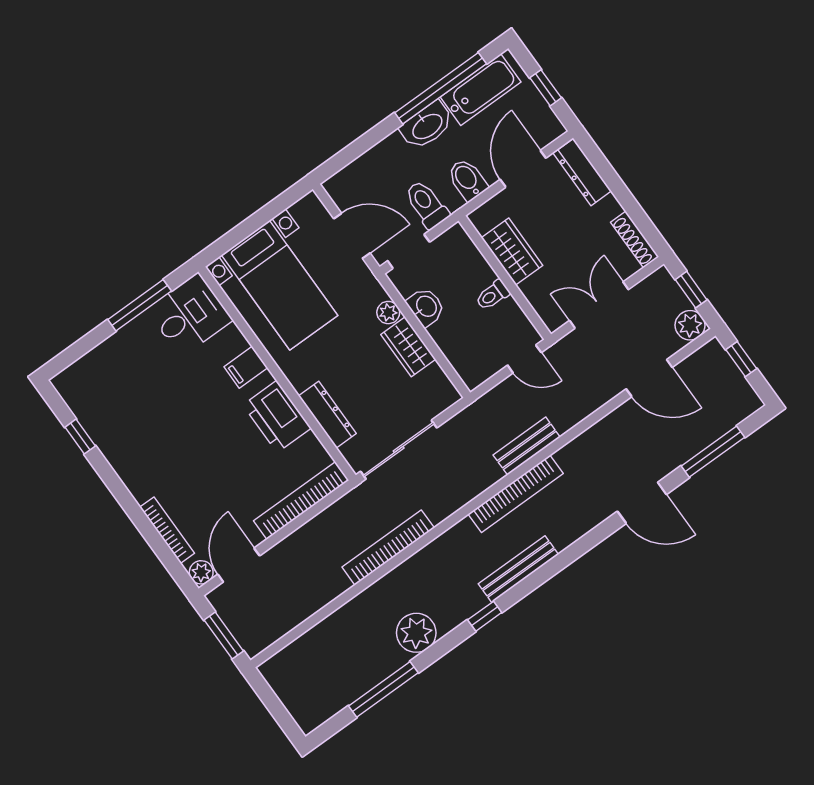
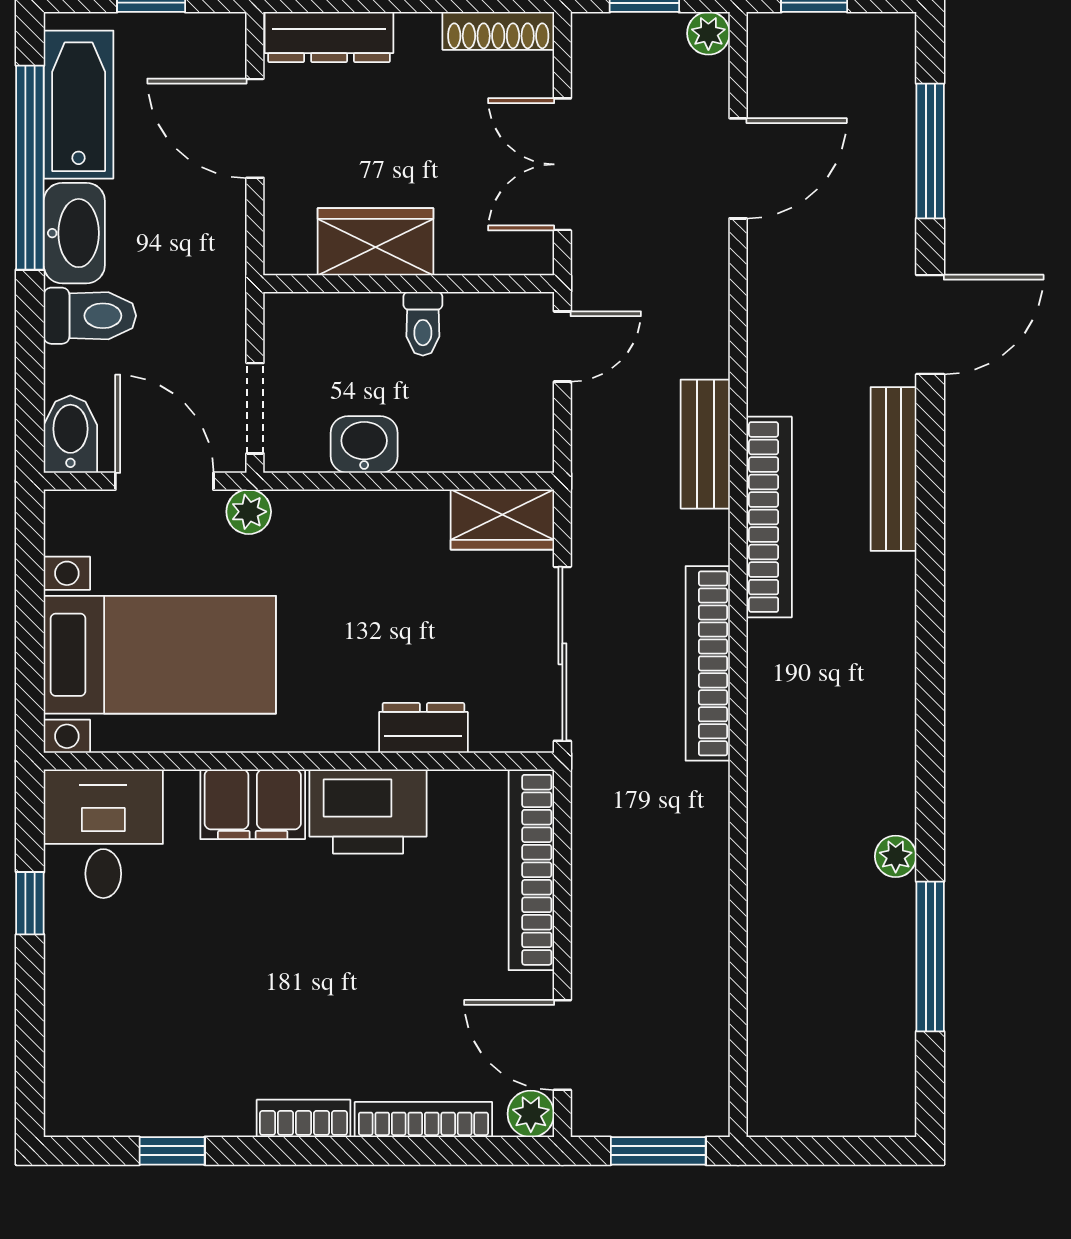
bidet: (467, 180) -> (70, 434), moved, turned 90
toilet: (427, 204) -> (90, 316), moved, turned 180
door: (352, 236) -> (164, 481), hinge flipped
window: (140, 305) -> (30, 903), width x0.46
plant: (388, 313) -> (249, 512), moved
plant: (690, 325) -> (708, 33), width x0.73, depth x0.73
wardrobe: (408, 347) -> (502, 519), moved
filing cabinet: (246, 367) -> (253, 804), width x2.00
dresser: (327, 415) -> (423, 728), width x0.70
bookcase: (132, 481) -> (304, 1118), added
bookcase: (388, 548) -> (708, 663), moved
bench: (518, 569) -> (893, 469), moved
window: (485, 616) -> (930, 709), removed
plant: (416, 633) -> (896, 856), width x0.53, depth x0.53

